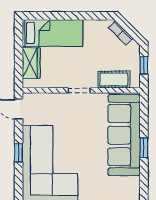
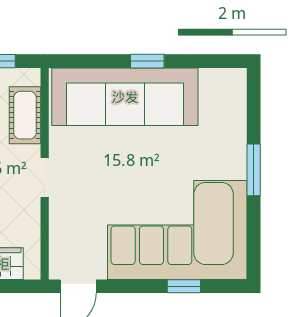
window: (19, 153) -> (184, 286), moved

